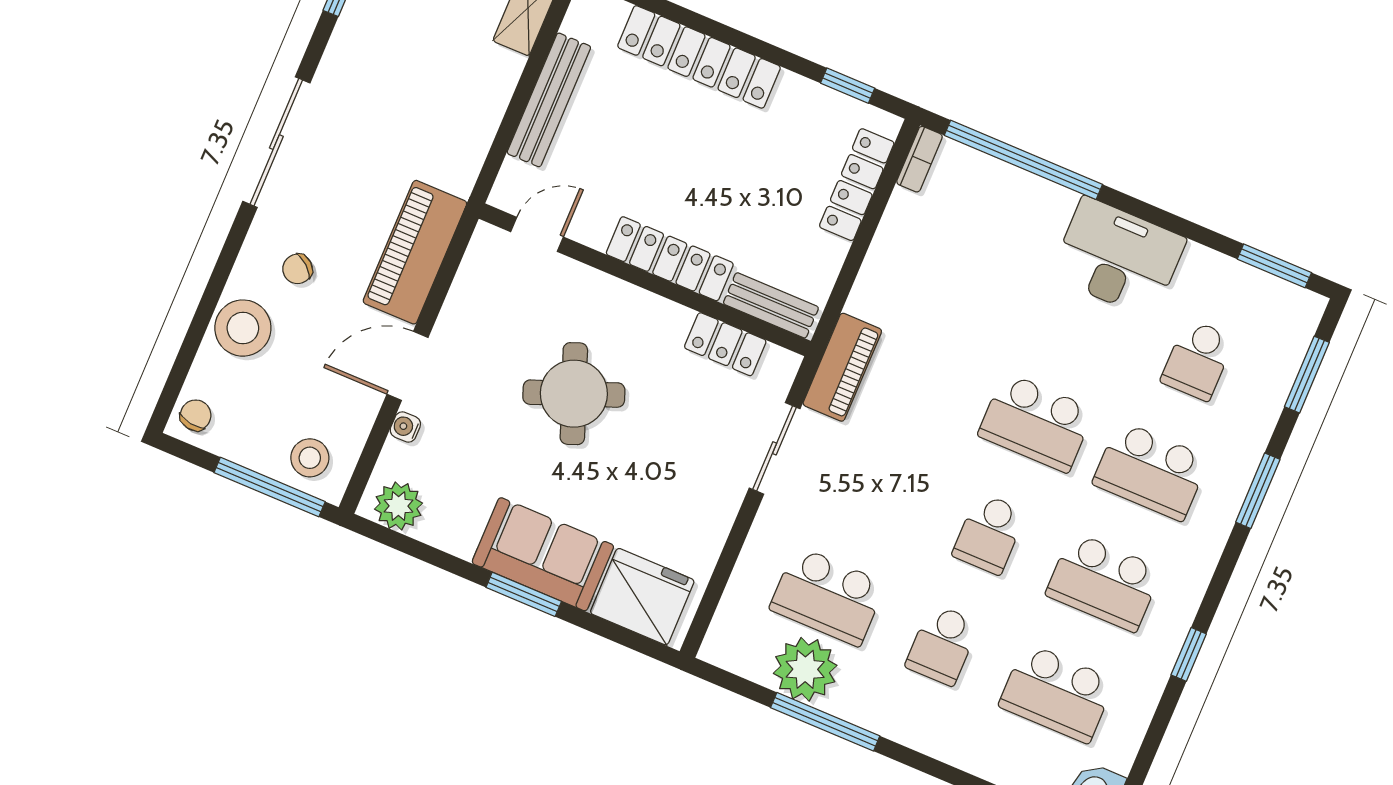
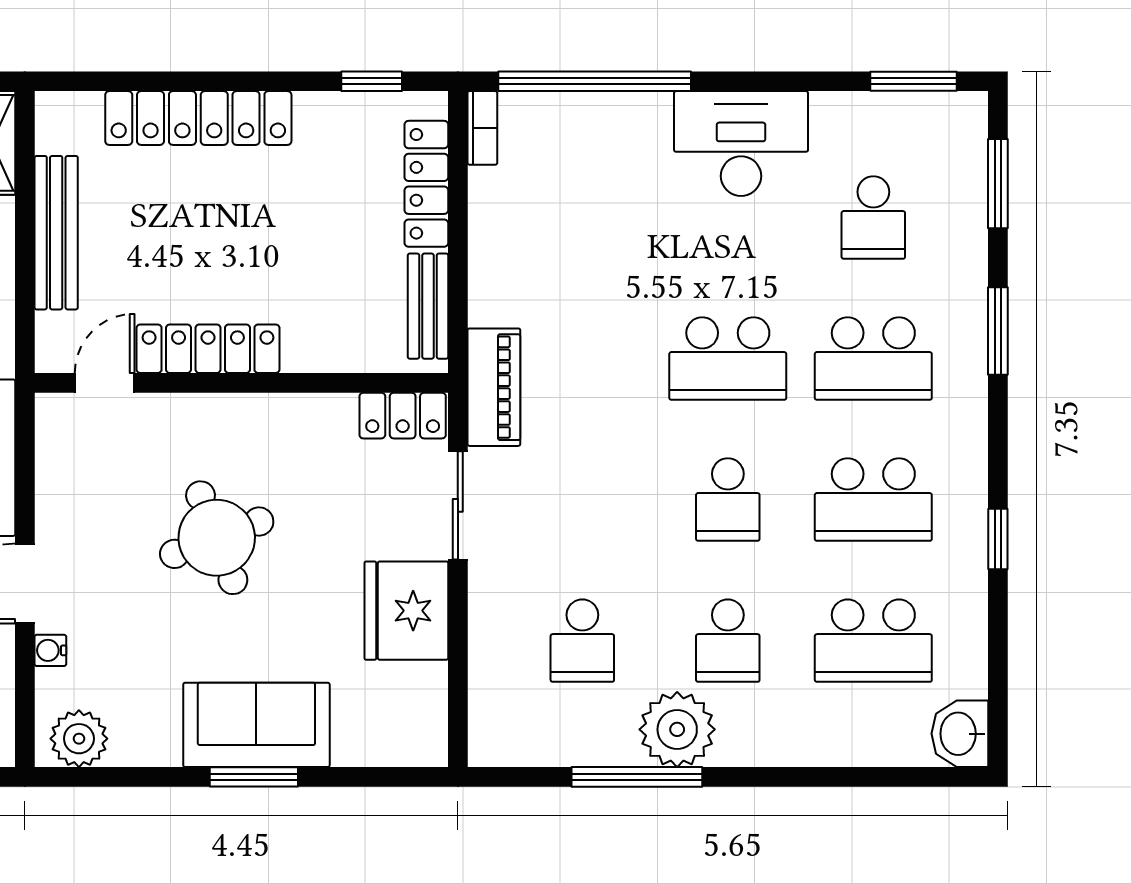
locker: (670, 259) -> (208, 349), moved
bench: (771, 305) -> (428, 306), moved, turned 90
locker: (725, 344) -> (403, 416), moved
school desk: (828, 596) -> (582, 641), width x0.54
fridge: (642, 597) -> (406, 611), moved, turned -90
plant: (805, 669) -> (677, 729), moved

